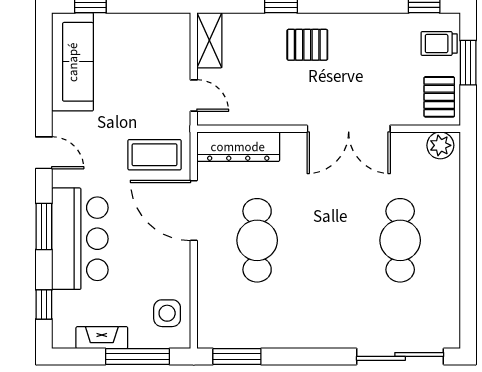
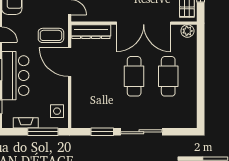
double door: (349, 129) -> (144, 23), width x1.36
cafe table: (257, 240) -> (134, 76), moved
window: (237, 356) -> (102, 132), moved
sliding door: (400, 356) -> (141, 132), moved

